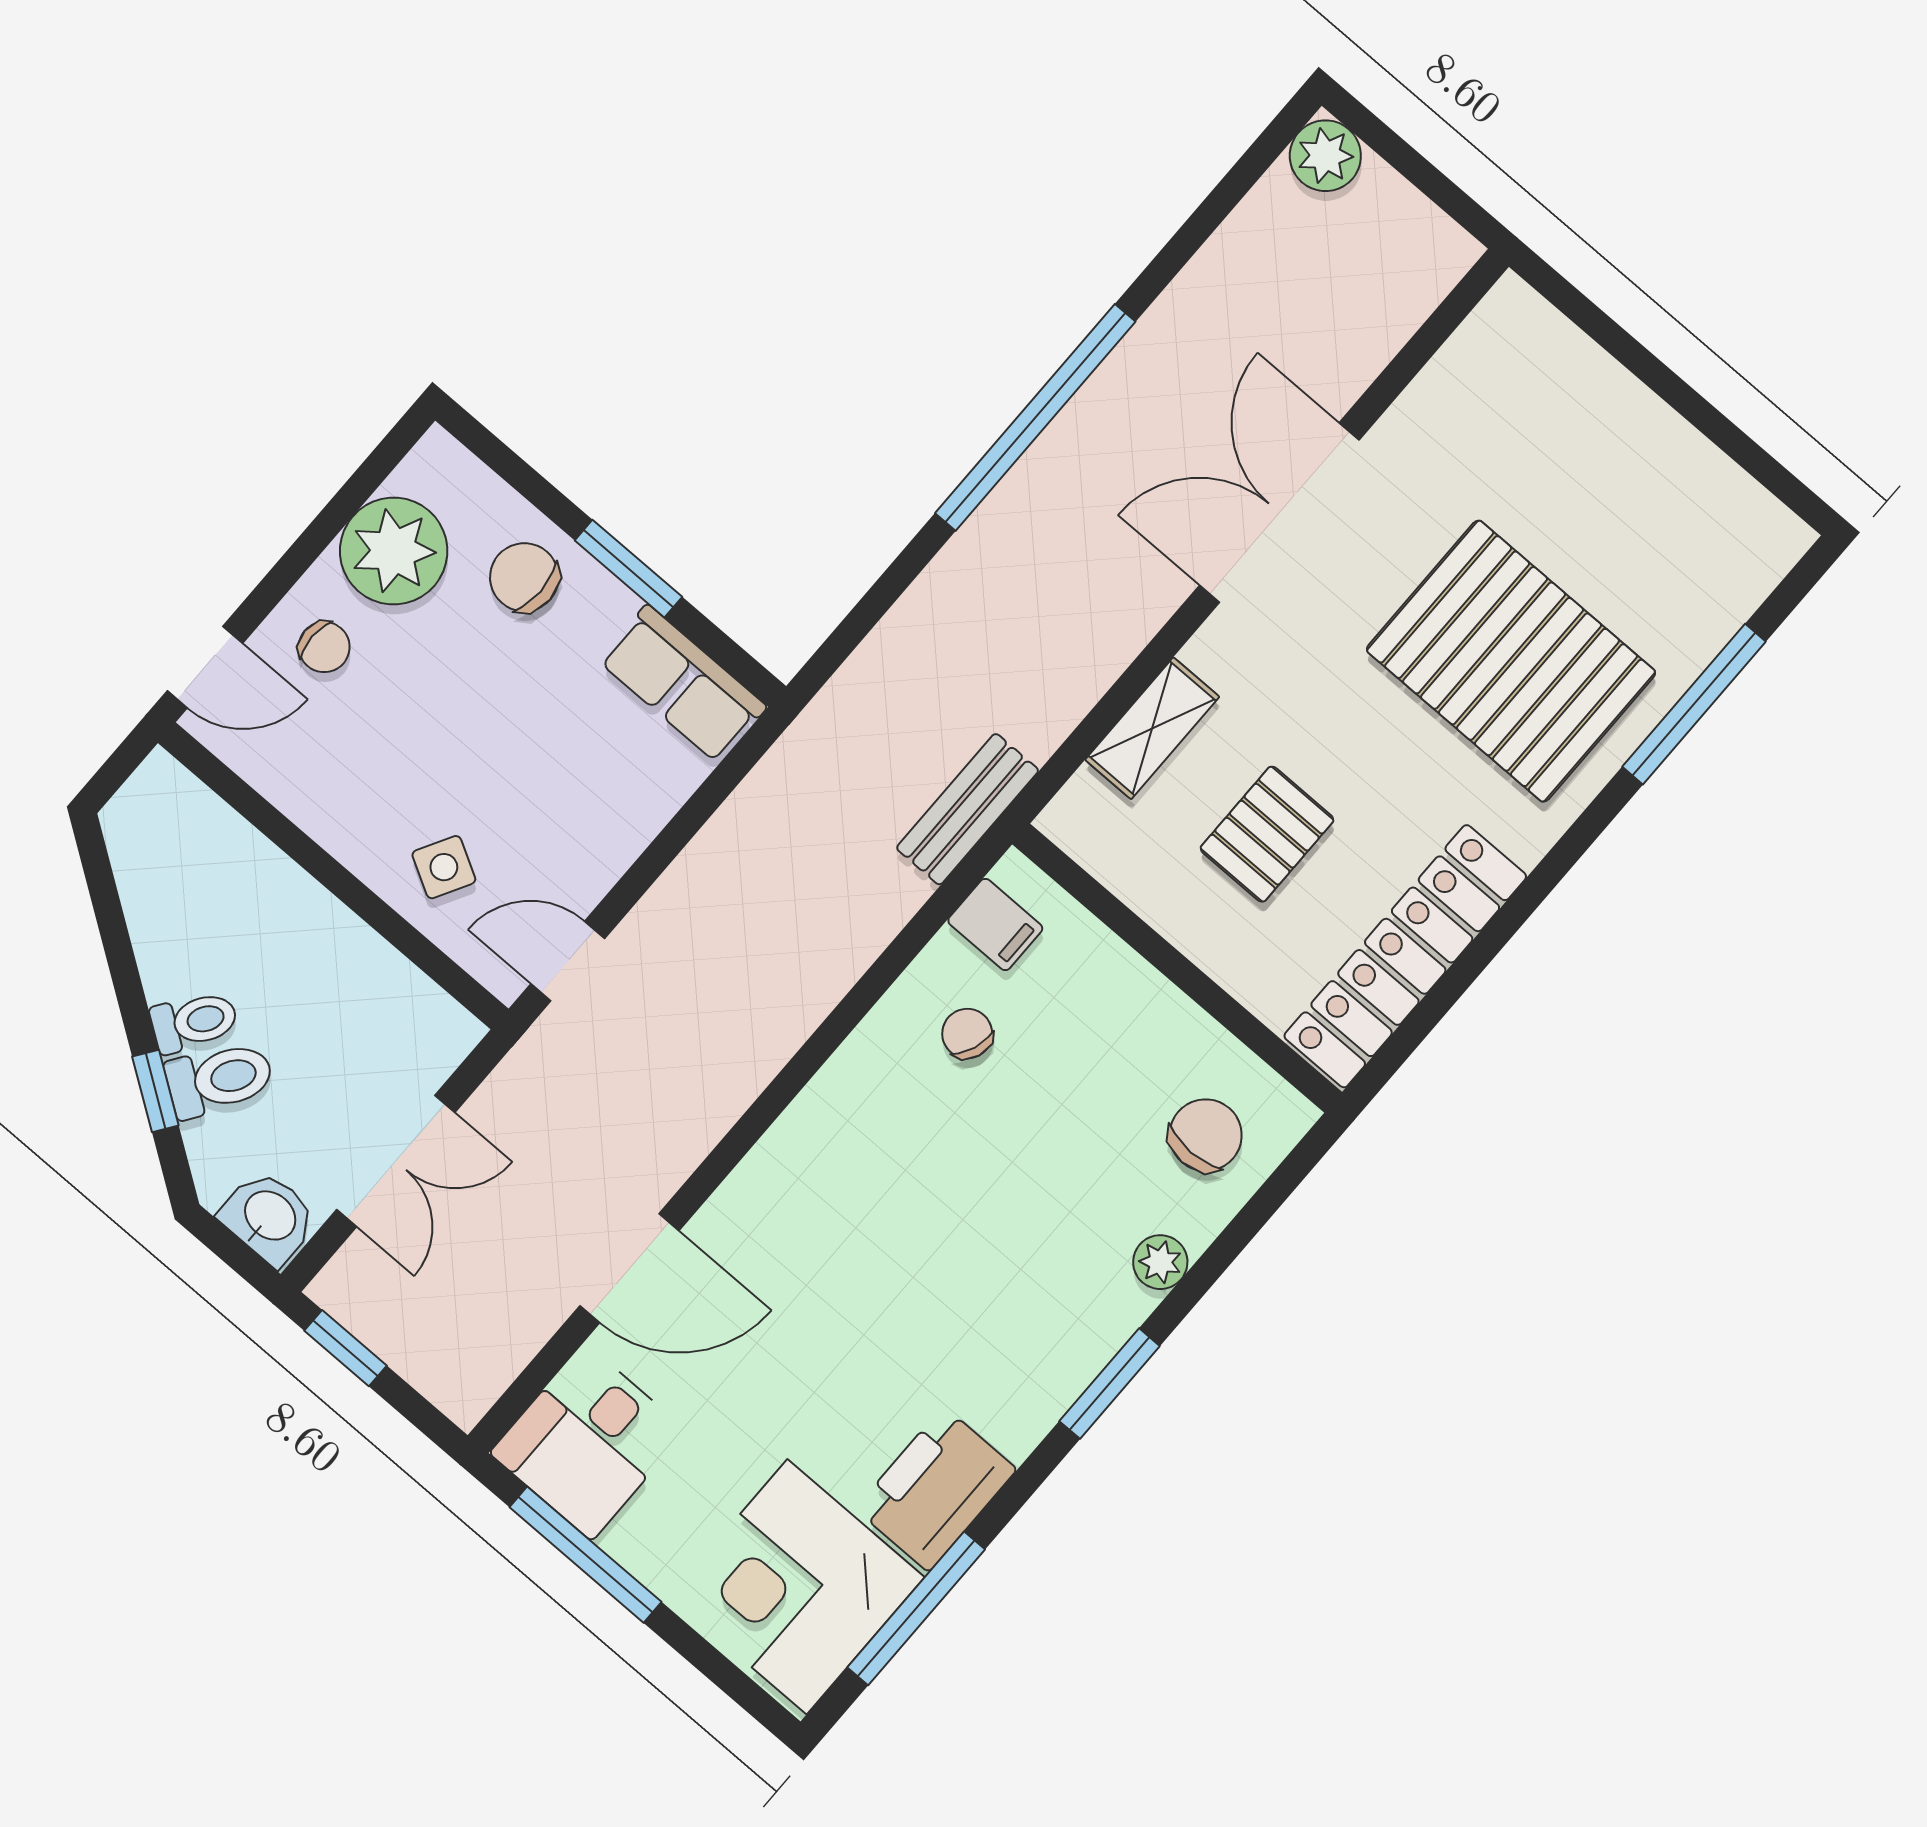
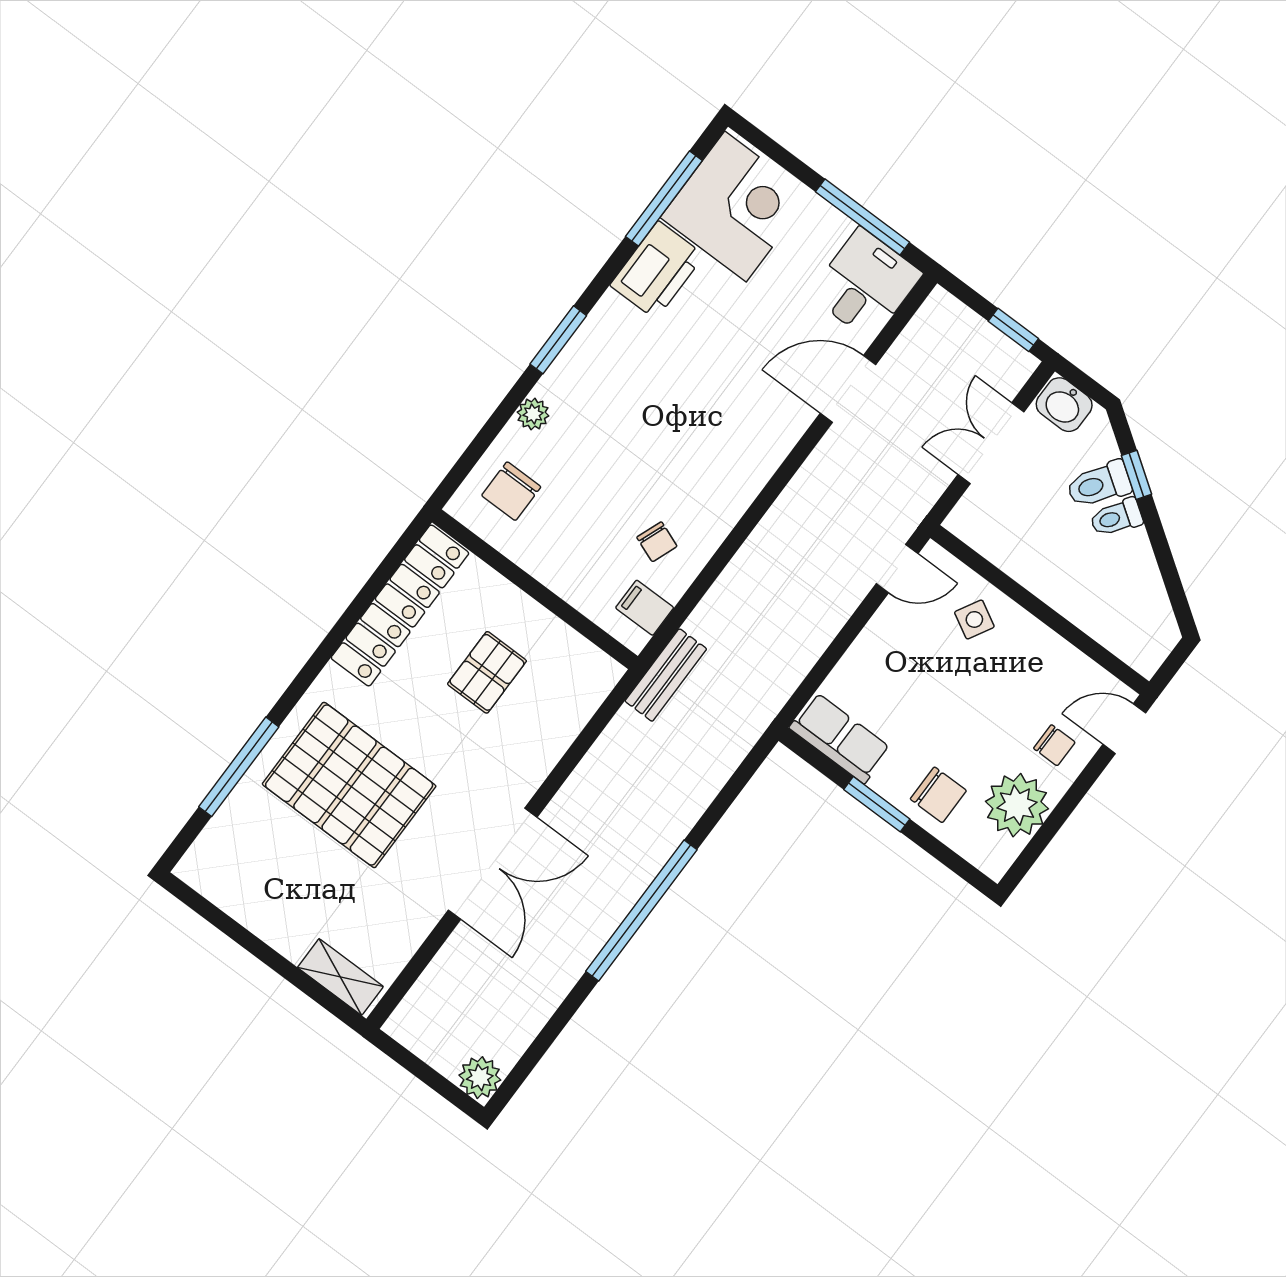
chair: (324, 647) -> (1054, 745), turned 180
shelving: (1152, 728) -> (340, 977), moved, turned 90

